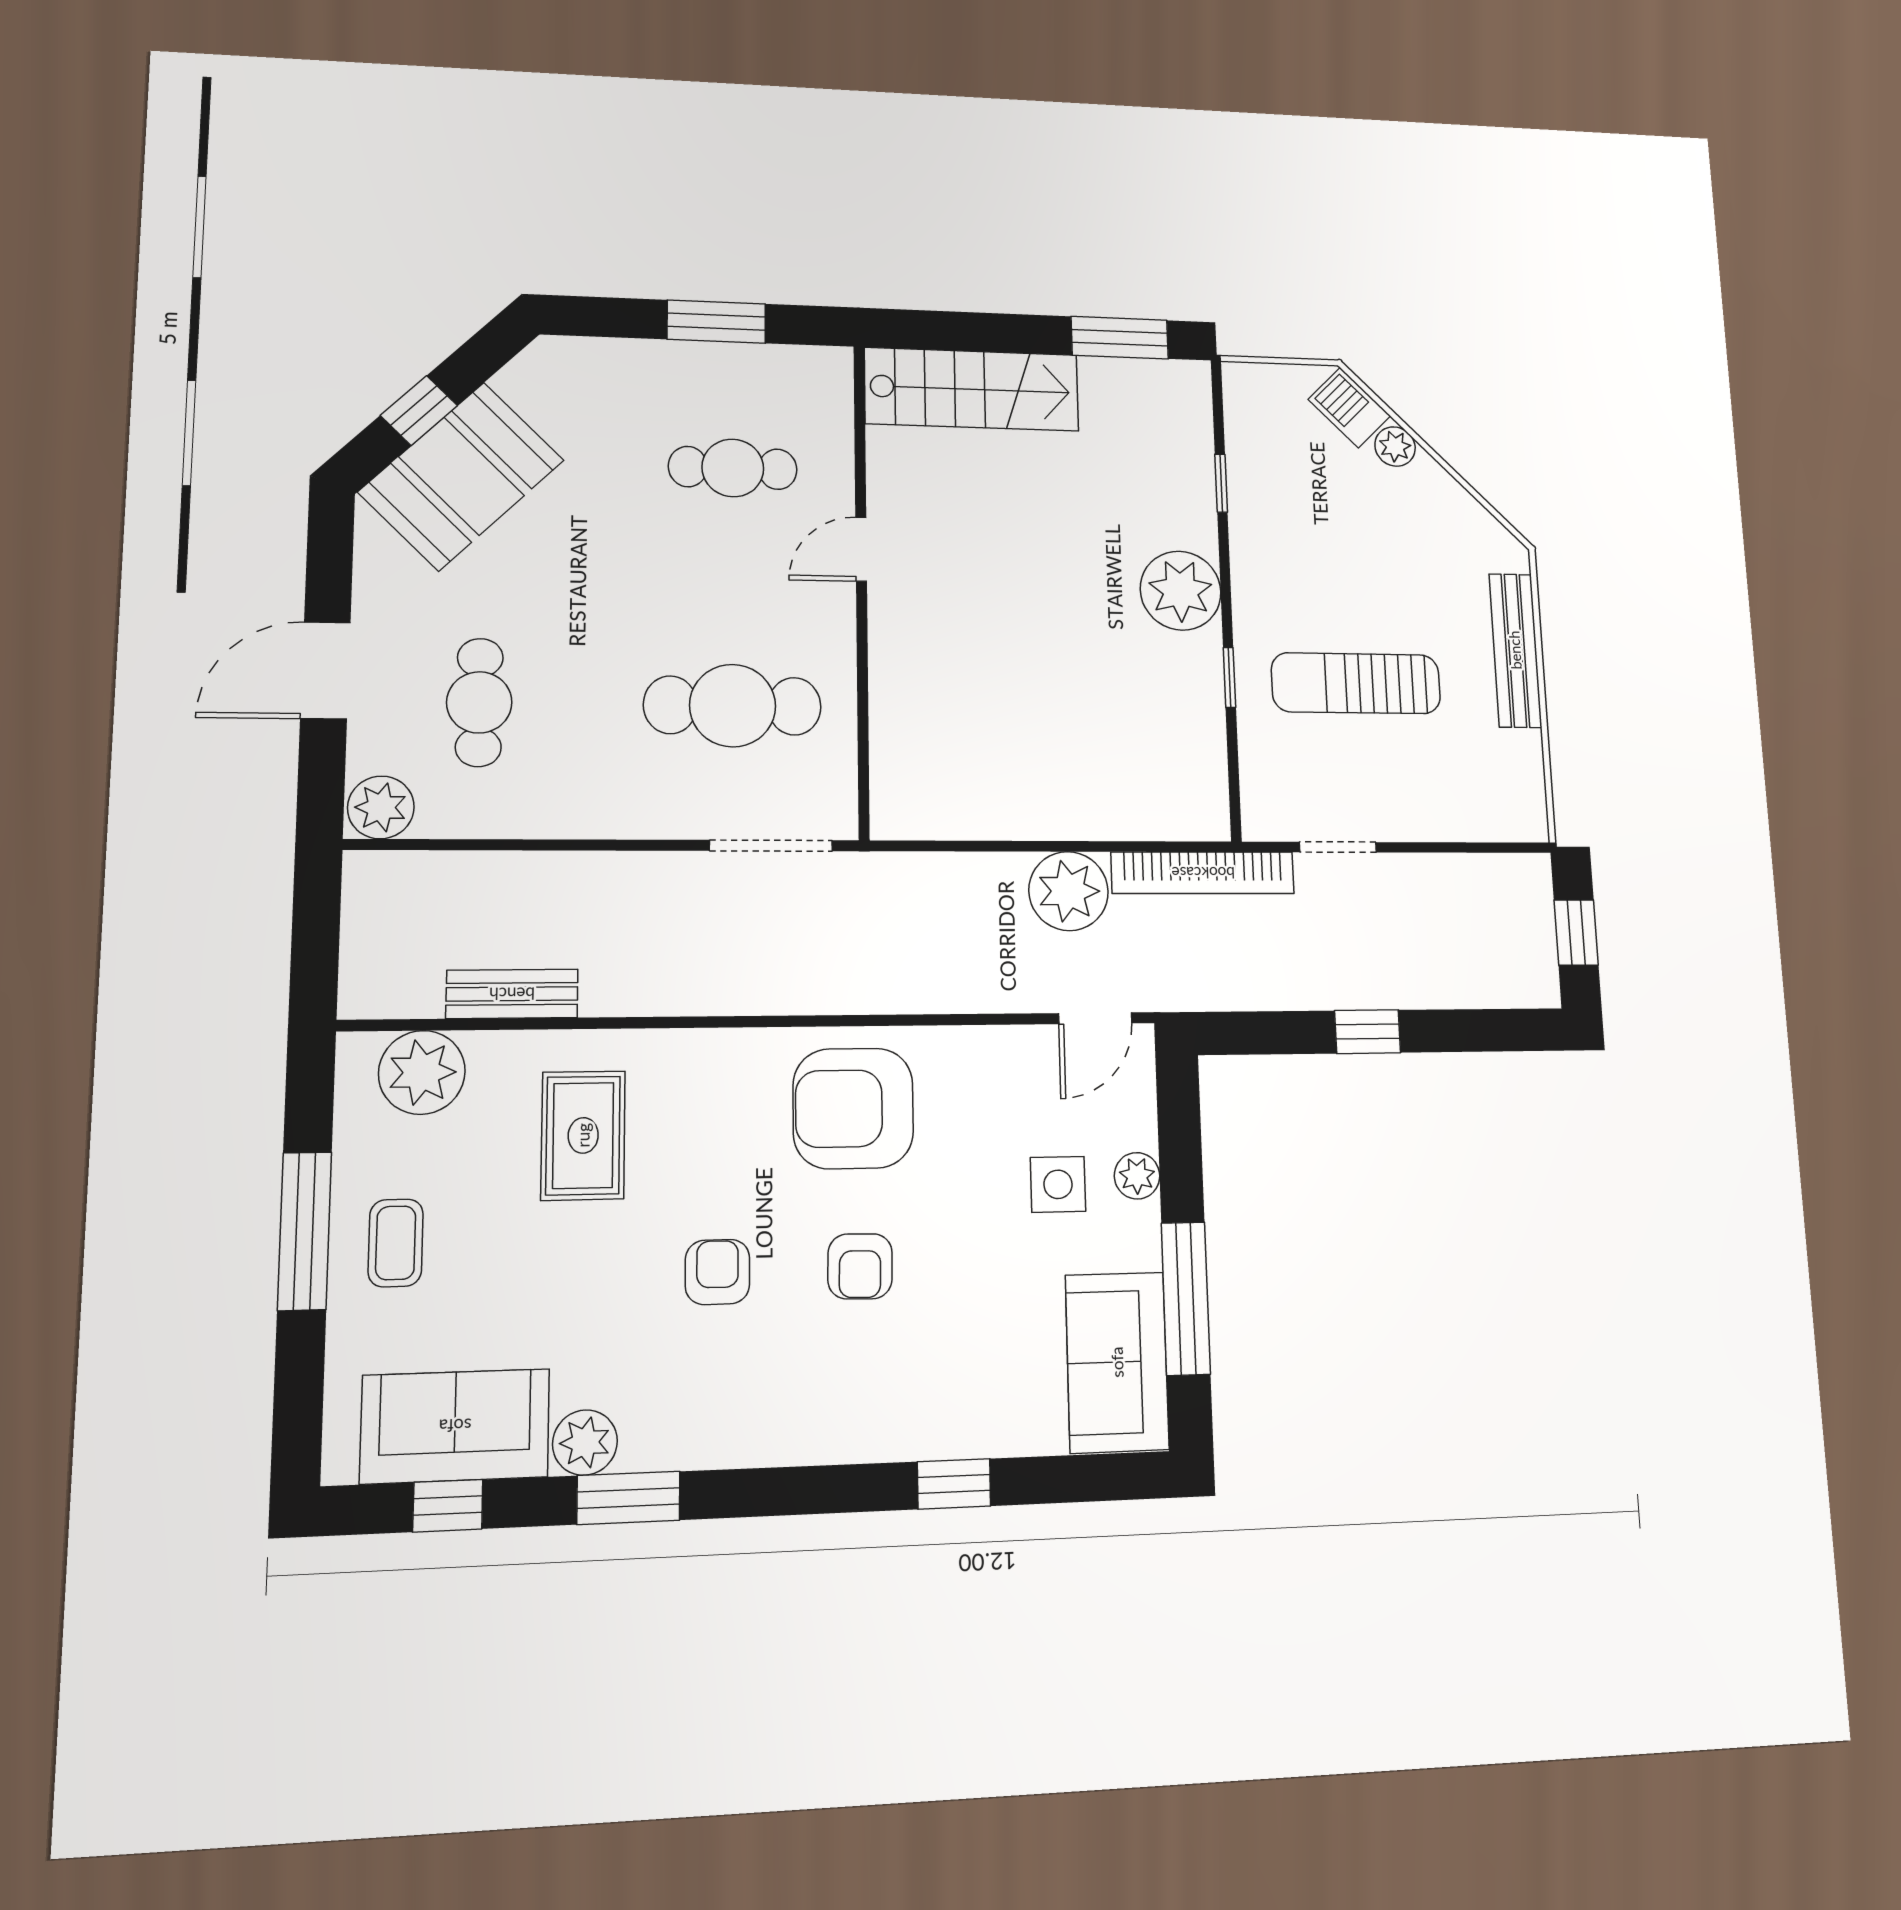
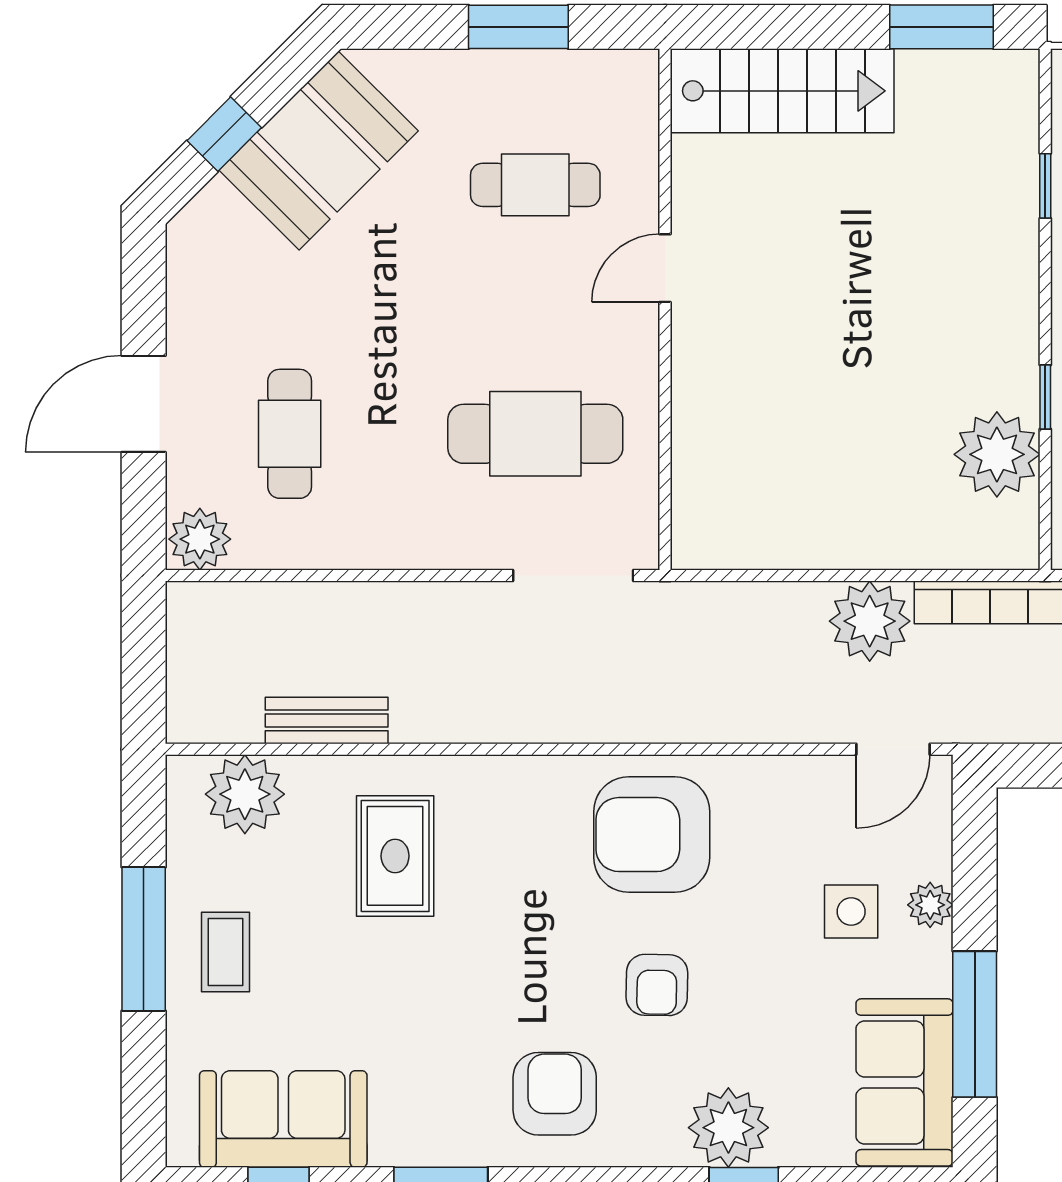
booth: (461, 476) -> (319, 151), moved
plant: (1181, 591) -> (997, 454), moved
armchair: (717, 1272) -> (555, 1094), moved, width x1.38, depth x1.38
plant: (585, 1443) -> (728, 1128), moved, width x1.36, depth x1.36

